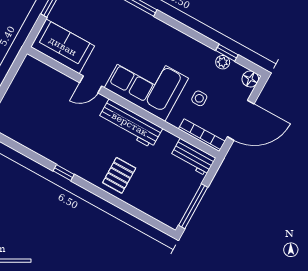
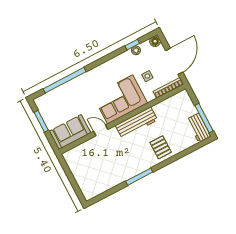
door: (91, 84) -> (101, 130), swing flipped
workbench: (193, 157) -> (199, 128), moved, turned 90
window: (64, 173) -> (139, 177), width x2.17

